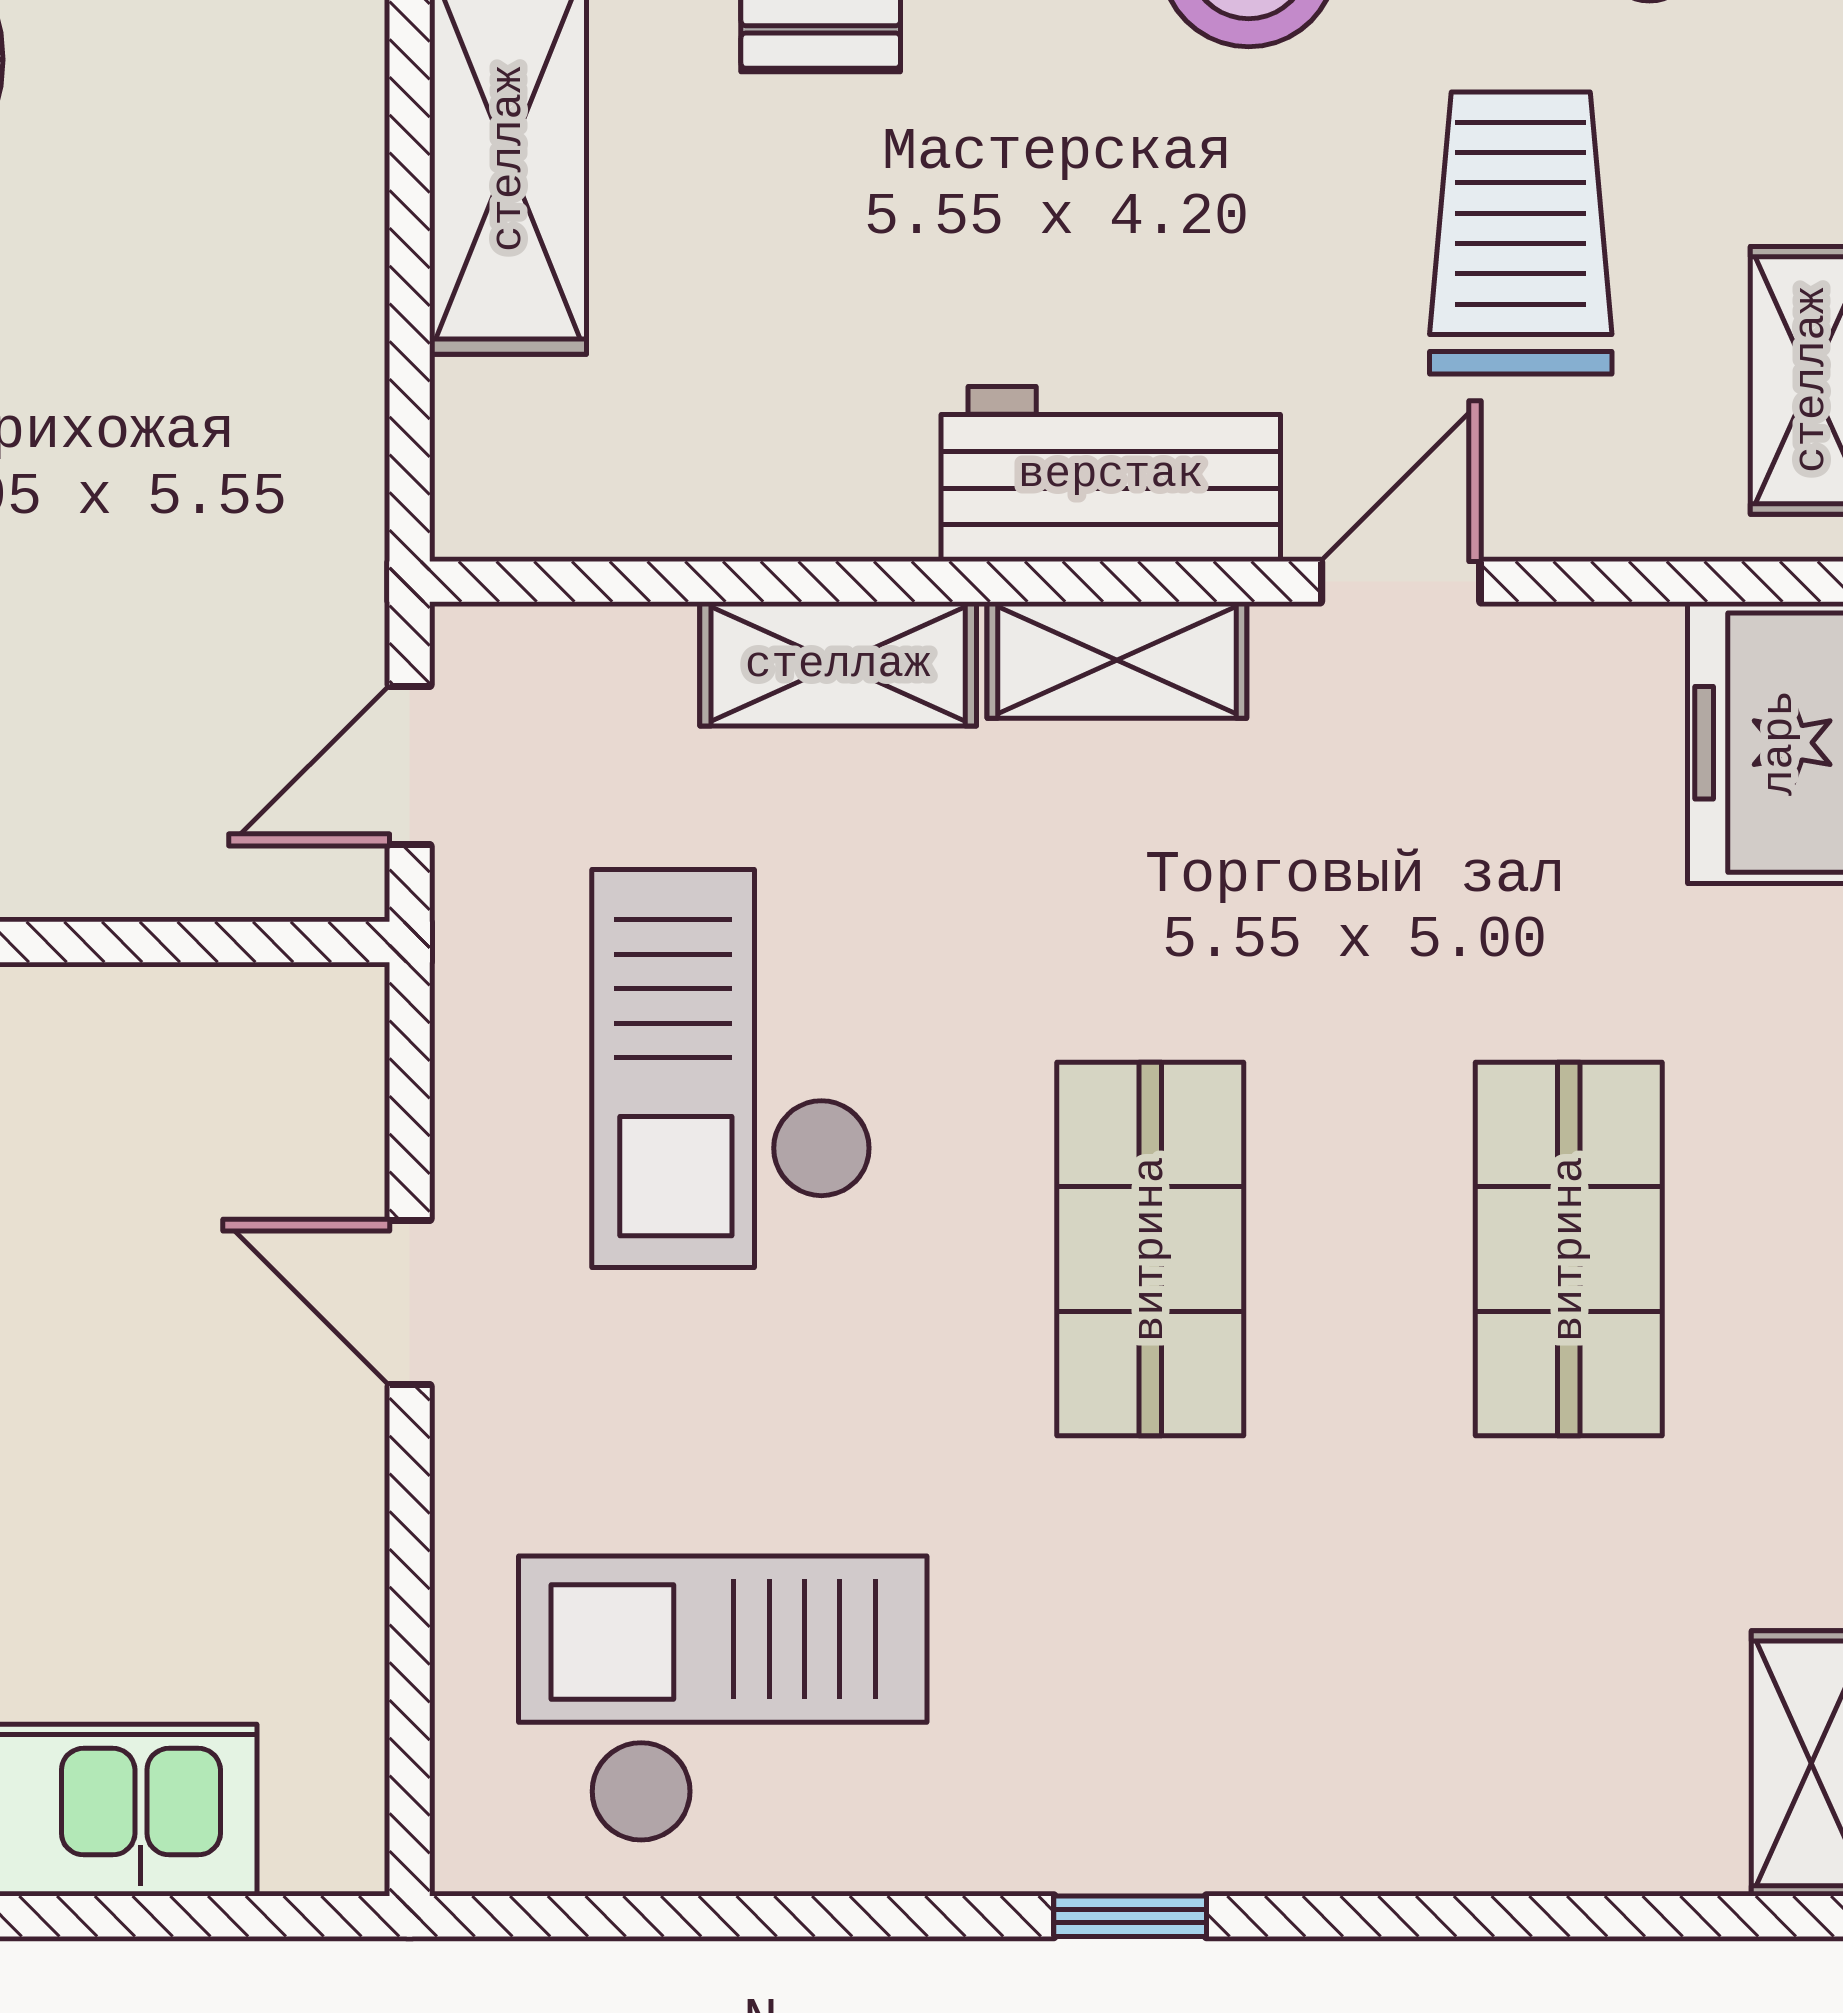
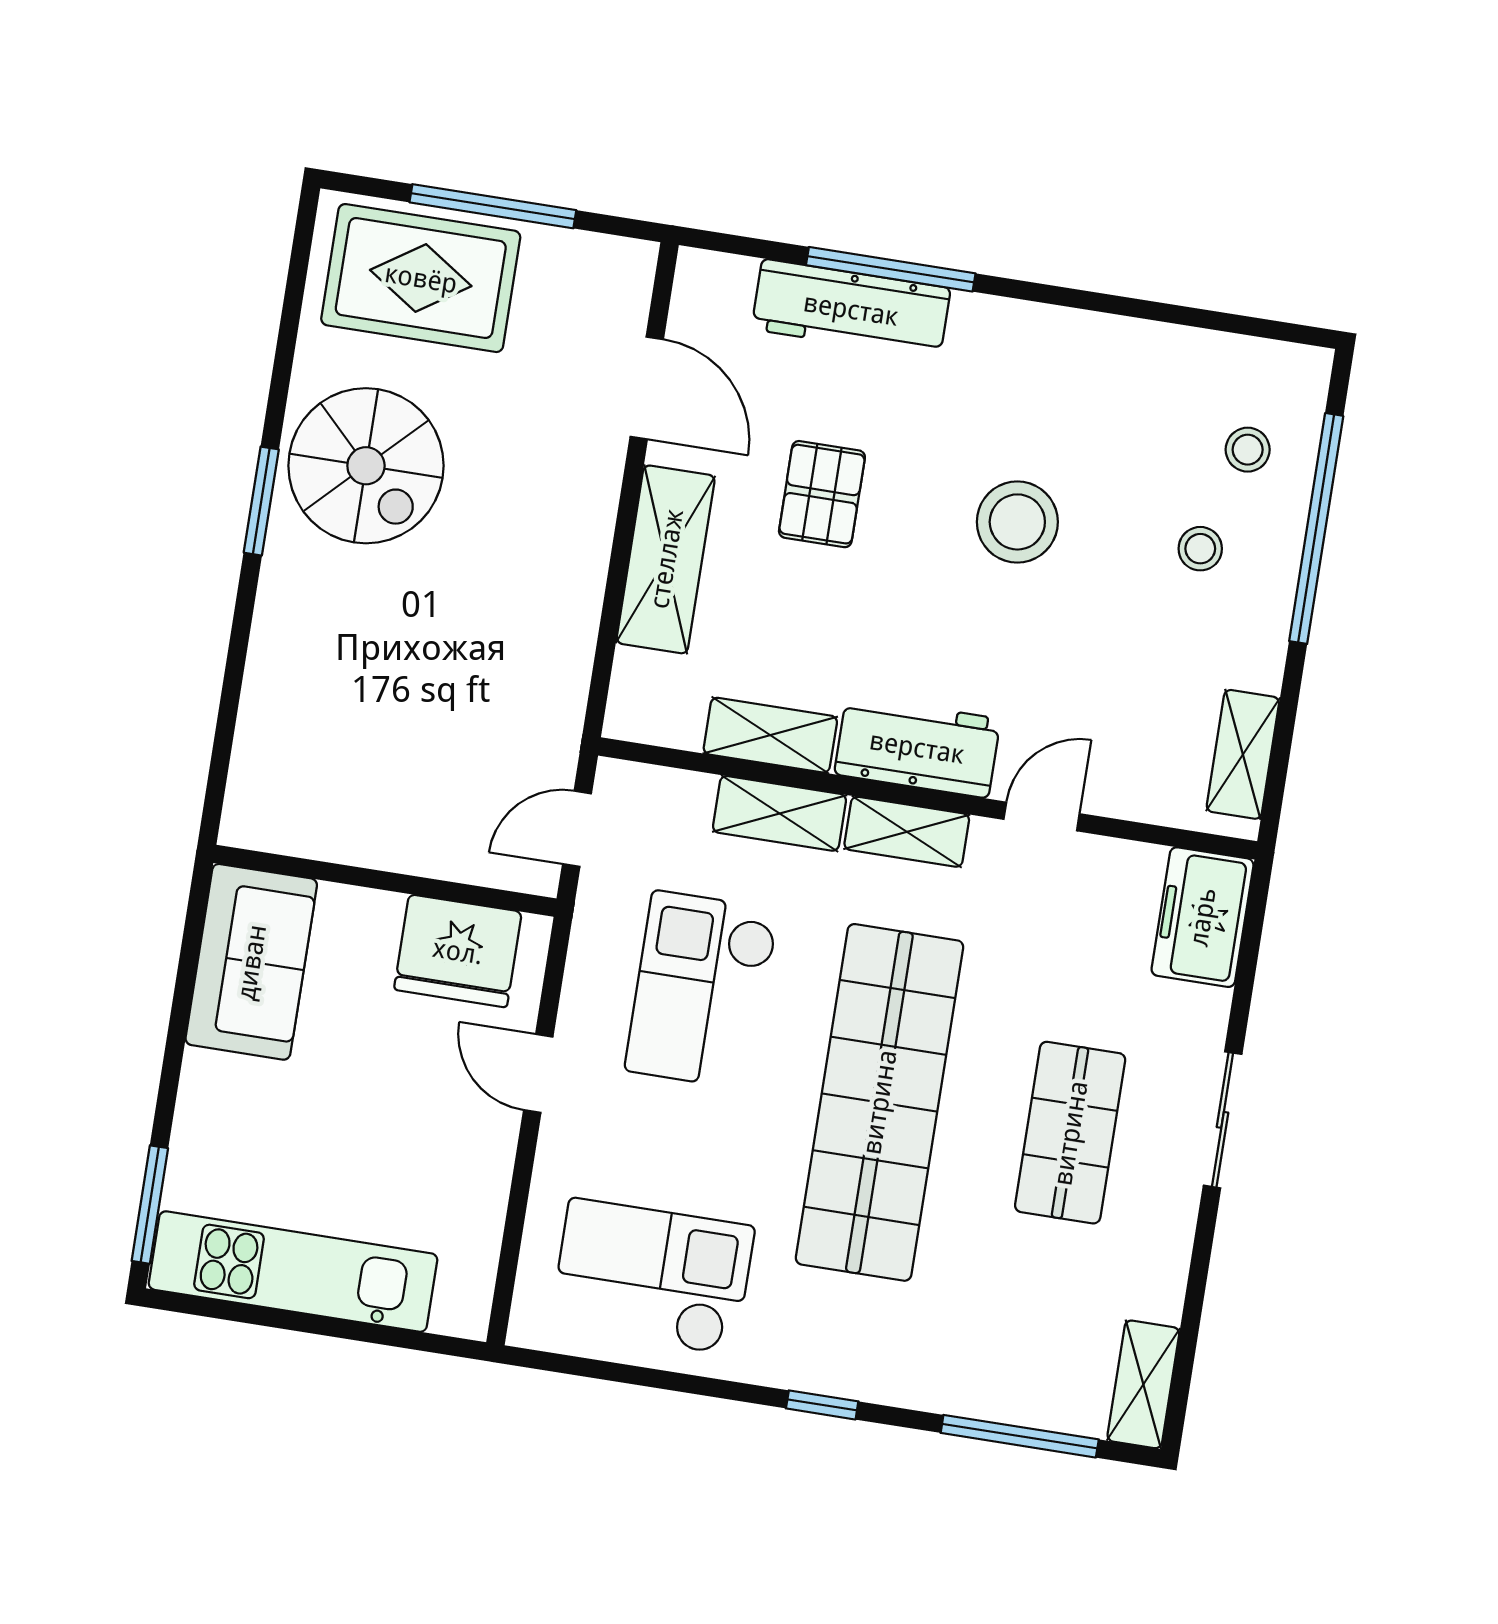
trolley: (1521, 233) -> (1122, 666), removed
shelving: (792, 499) -> (770, 735), added
fridge: (196, 1067) -> (458, 951), added
shop shelf: (1150, 1249) -> (879, 1102), width x2.00, depth x1.36
window: (1564, 1916) -> (1020, 1436), added

